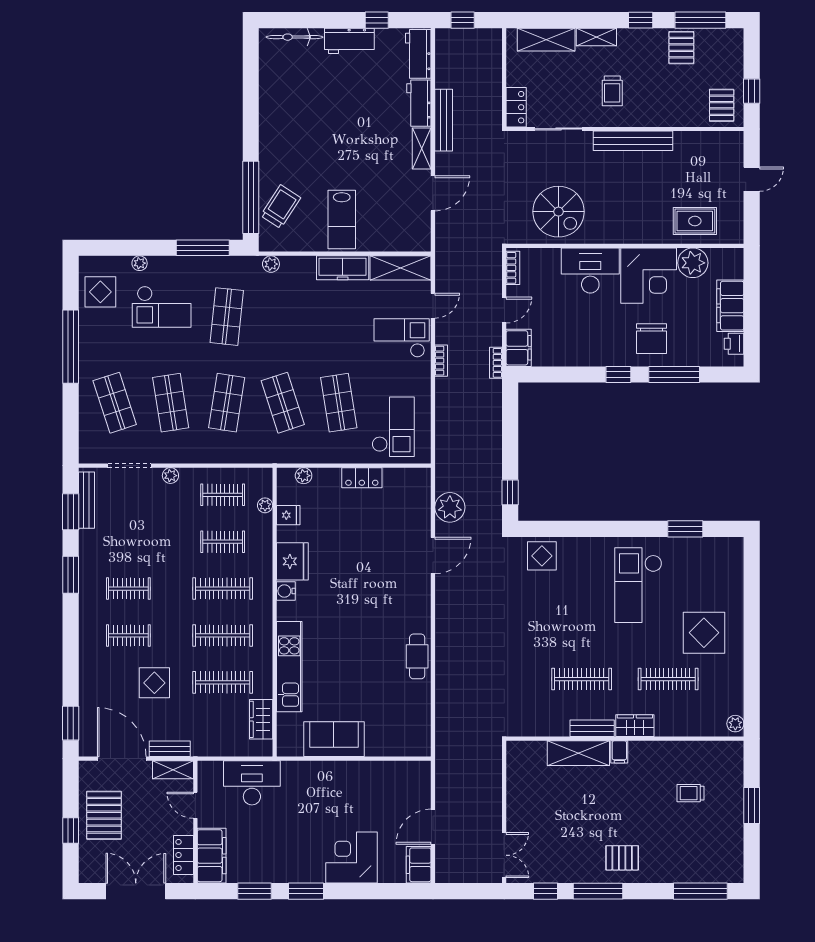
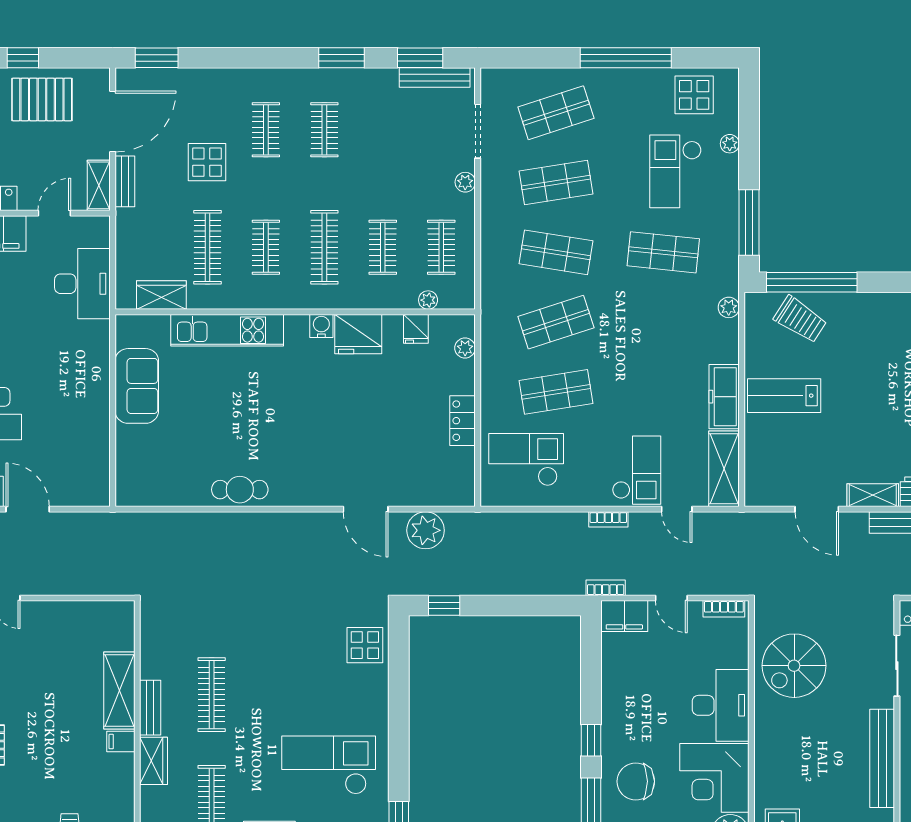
checkout: (393, 427) -> (526, 460), turned 180
clothes rail: (223, 635) -> (266, 247), width x0.73

